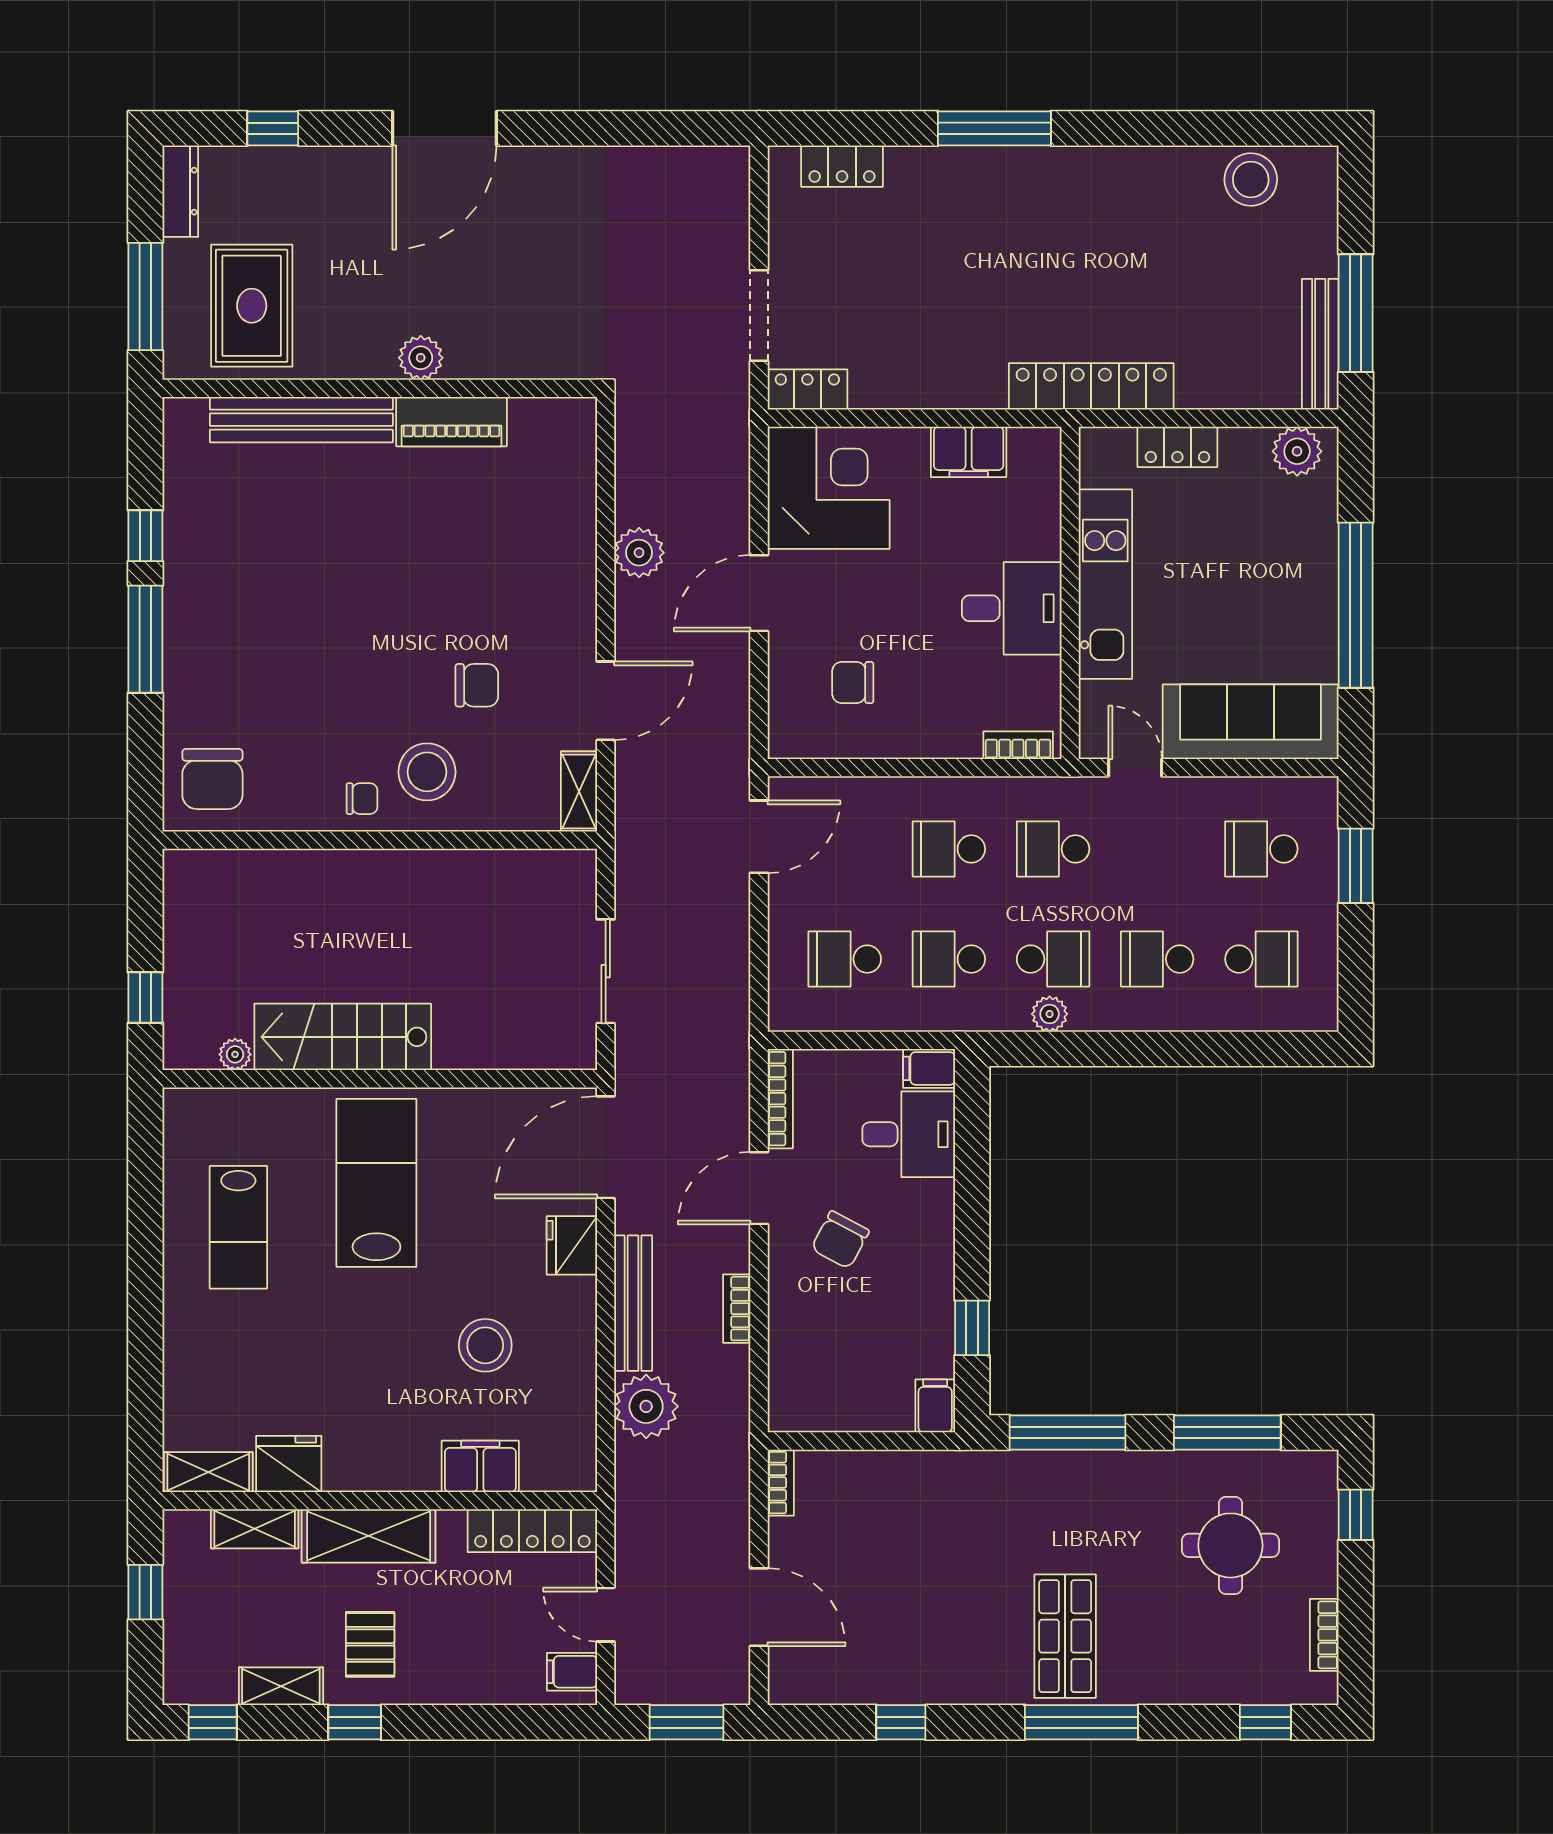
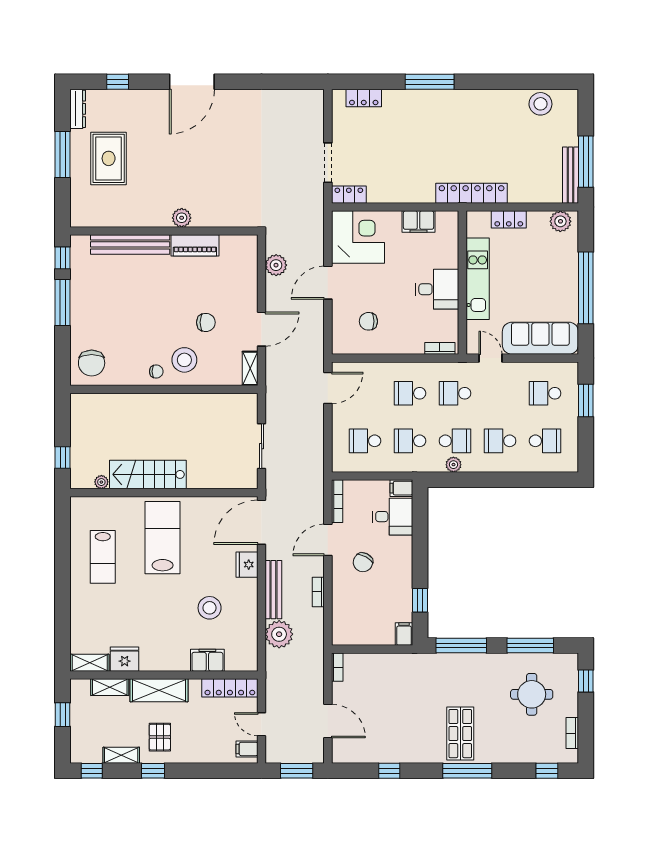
plant: (421, 358) -> (182, 218), moved
wall: (380, 388) -> (164, 231), moved
bench: (301, 420) -> (130, 244), moved
piano: (452, 422) -> (195, 245), moved

